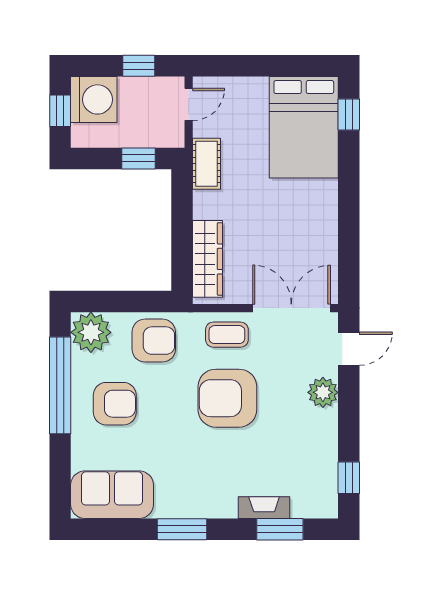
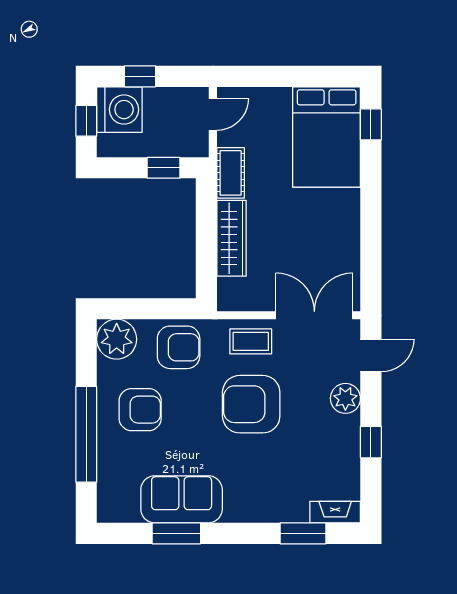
window: (139, 66) -> (140, 76), moved
wardrobe: (207, 259) -> (231, 238), moved
window: (60, 385) -> (86, 434), moved
window: (349, 478) -> (371, 442), moved
sofa: (112, 495) -> (182, 499), moved
fireplace: (264, 508) -> (335, 512), moved
window: (182, 529) -> (176, 533), moved

